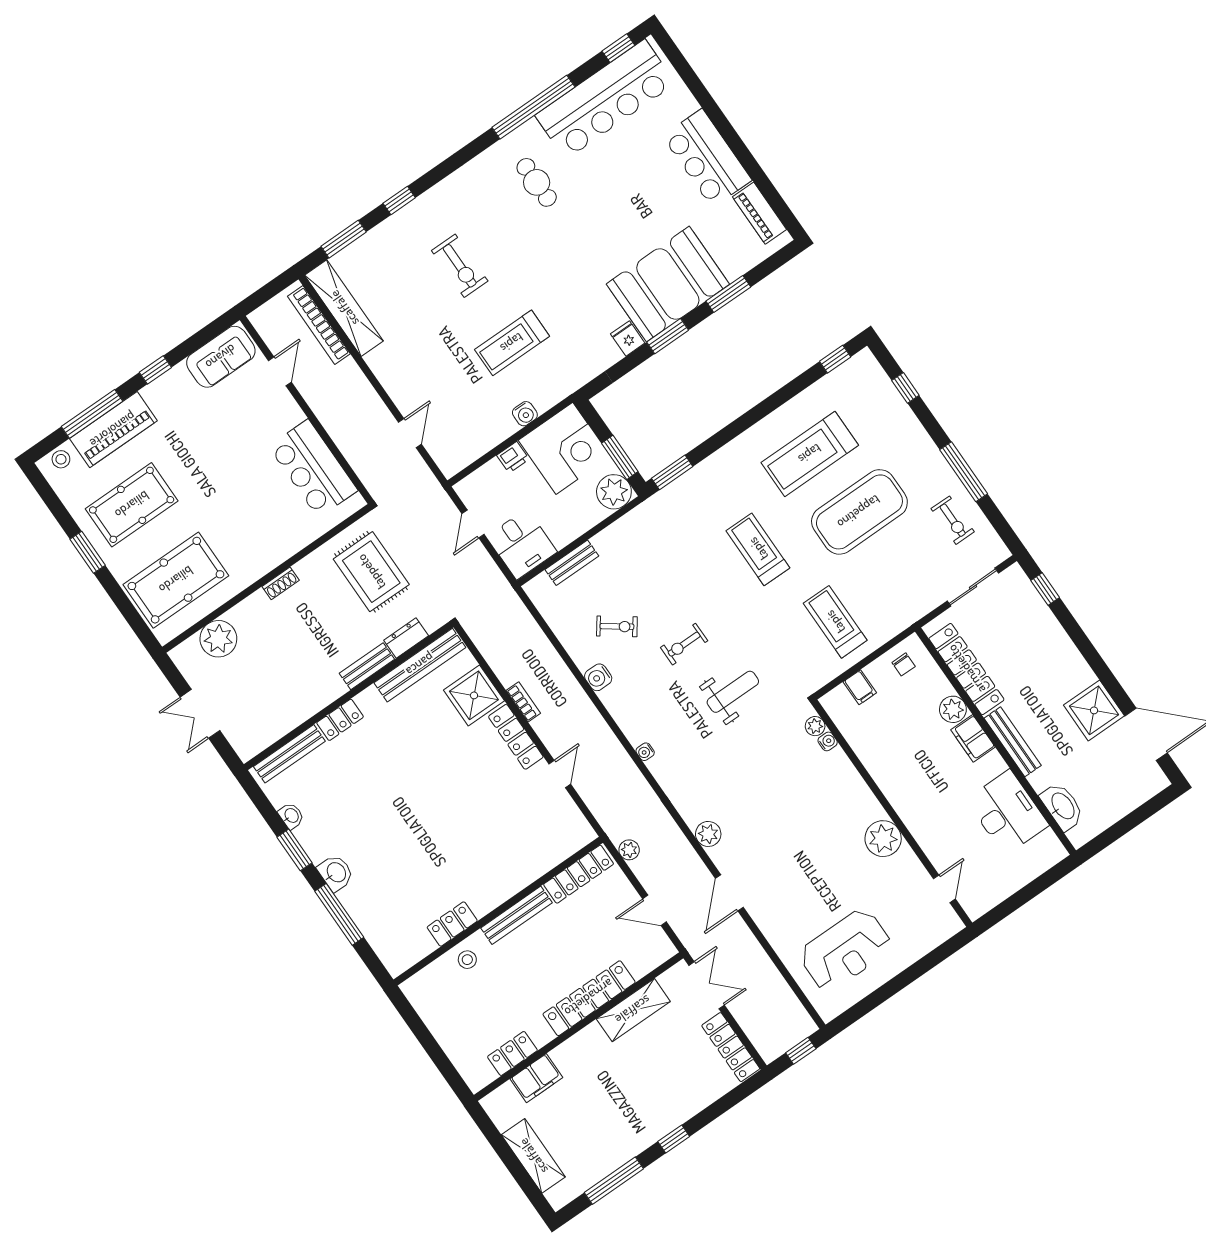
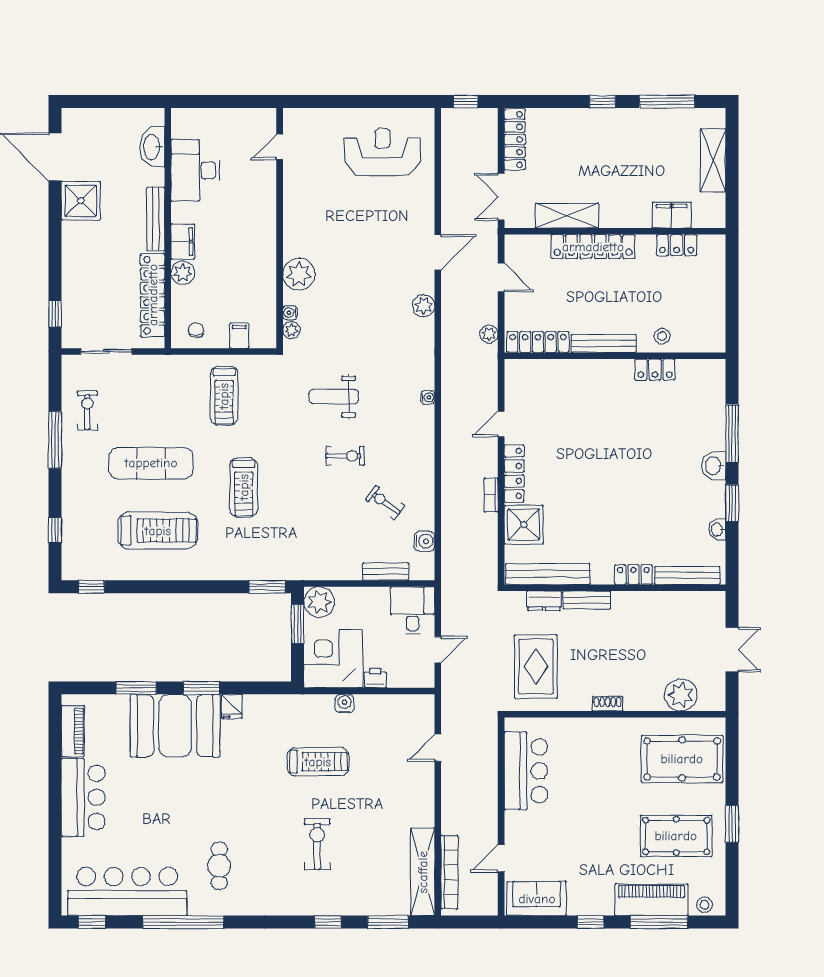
exercise mat: (859, 512) -> (151, 463), width x0.68
water cooler: (598, 677) -> (424, 541), moved
plant: (883, 839) -> (299, 274), moved

